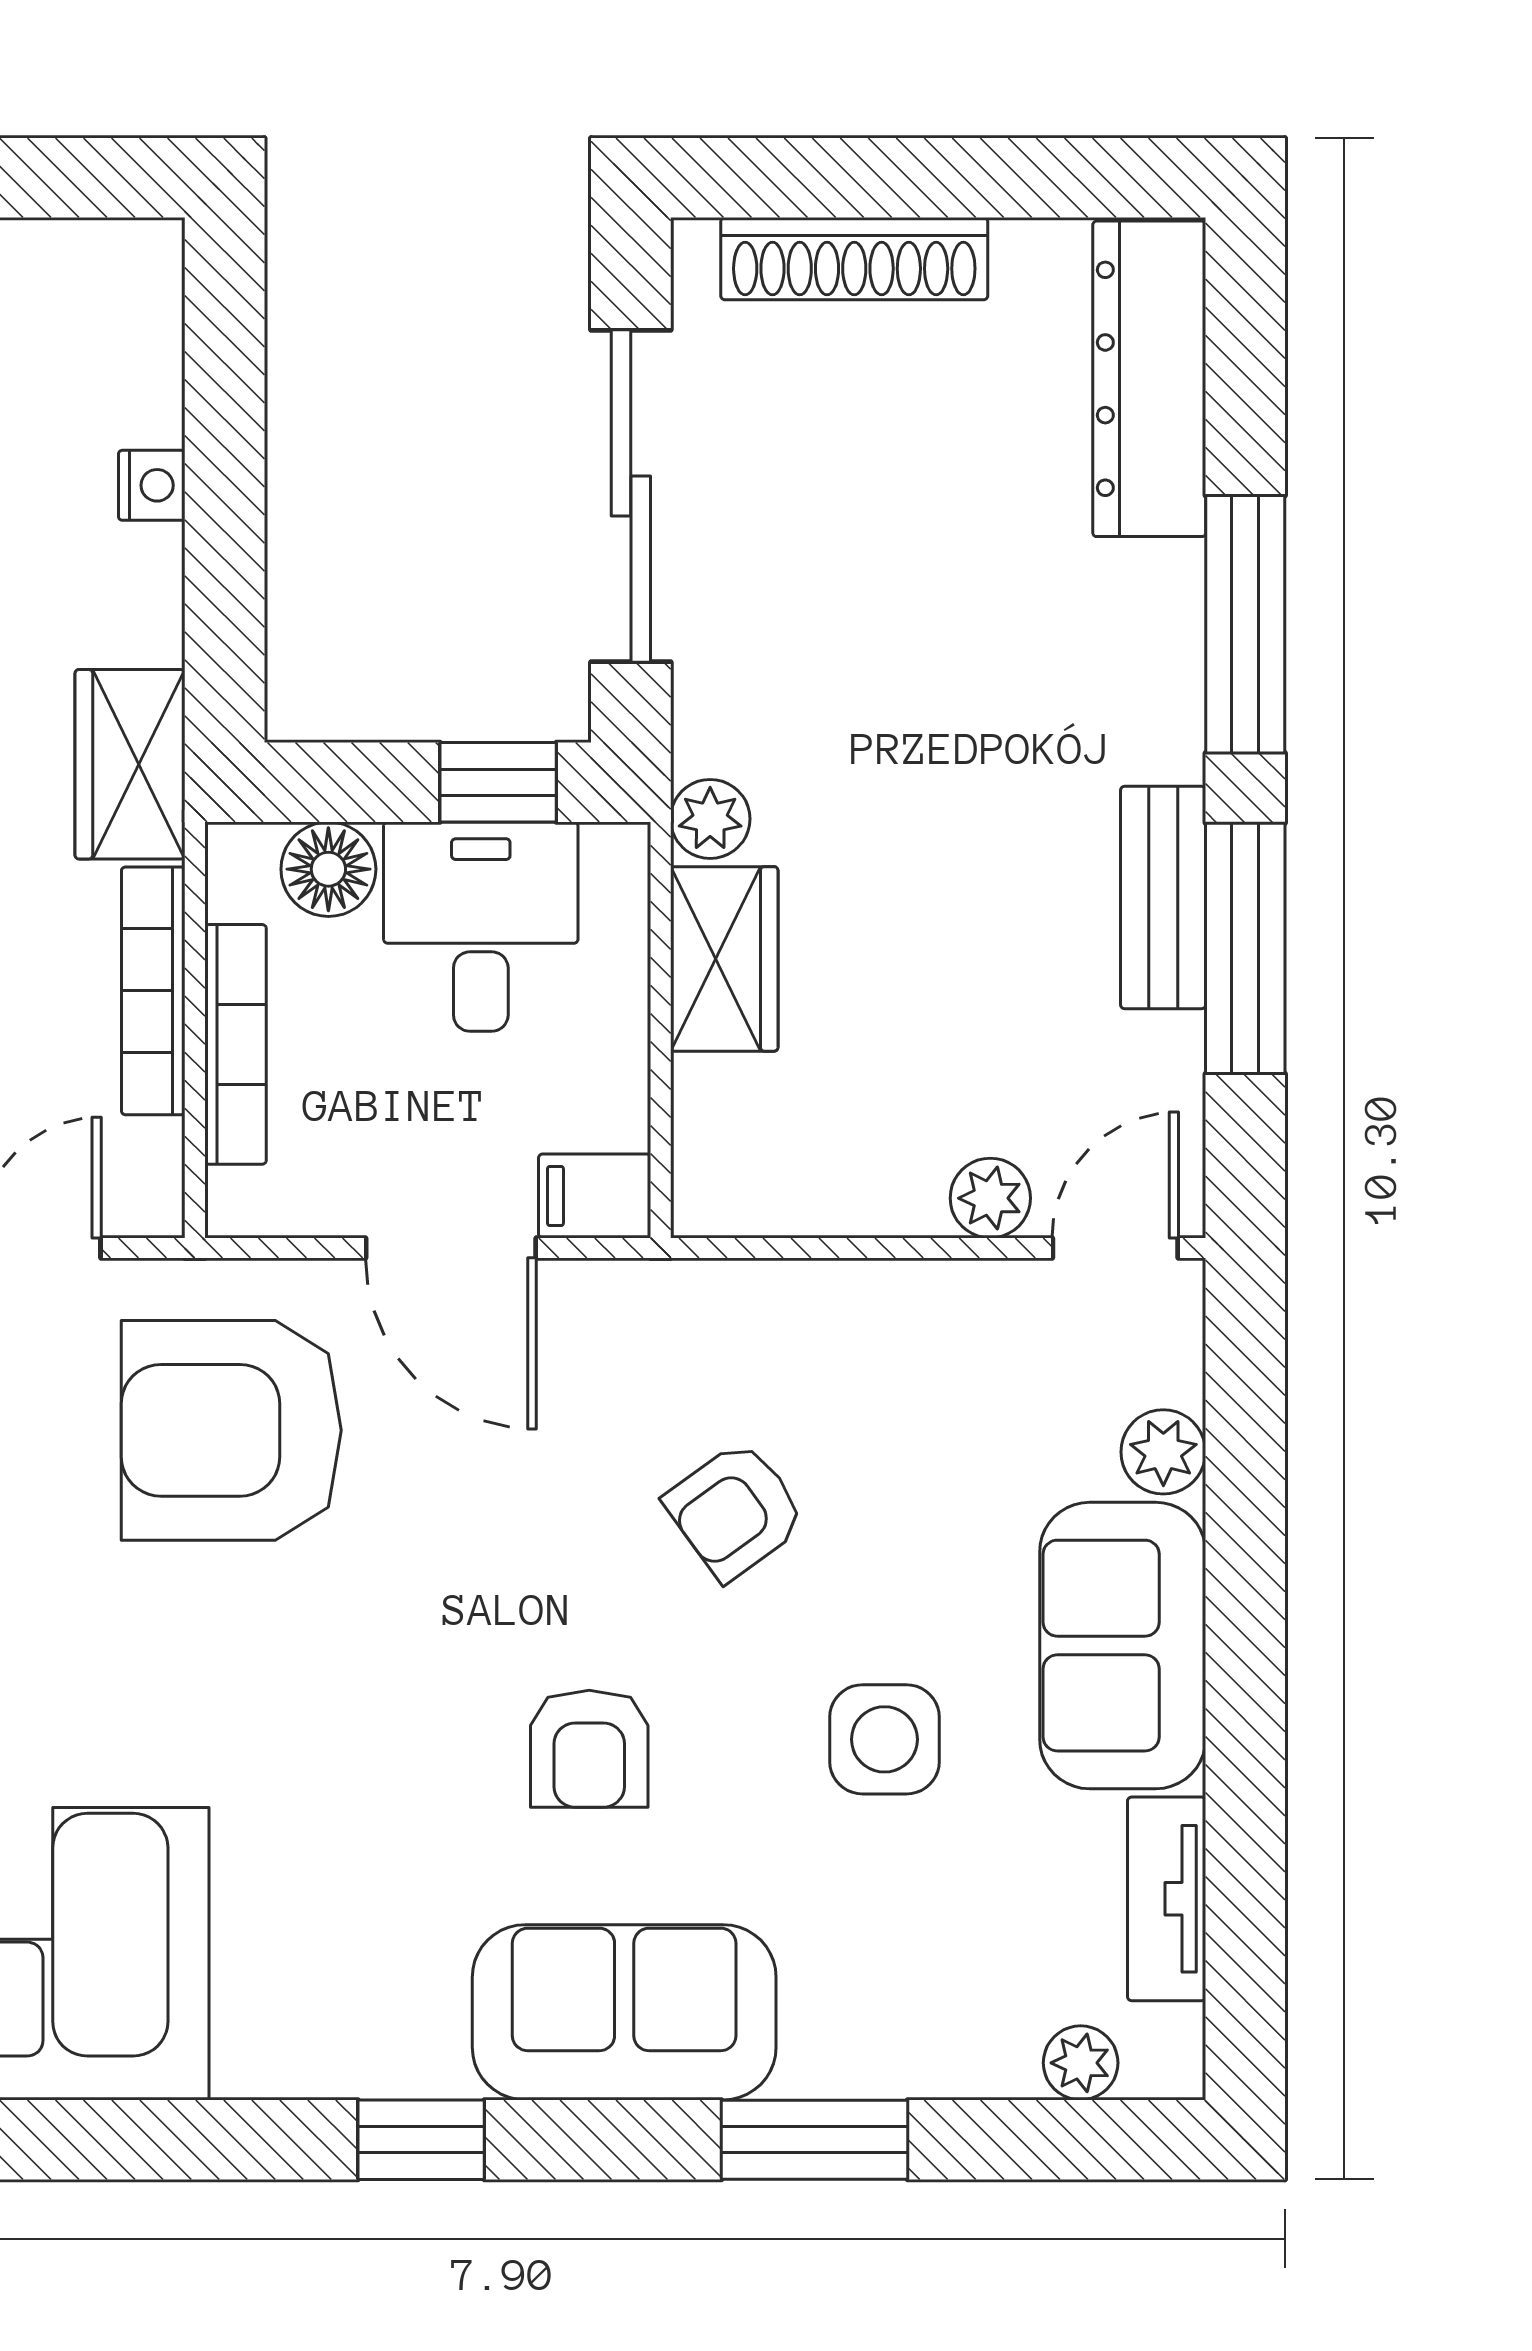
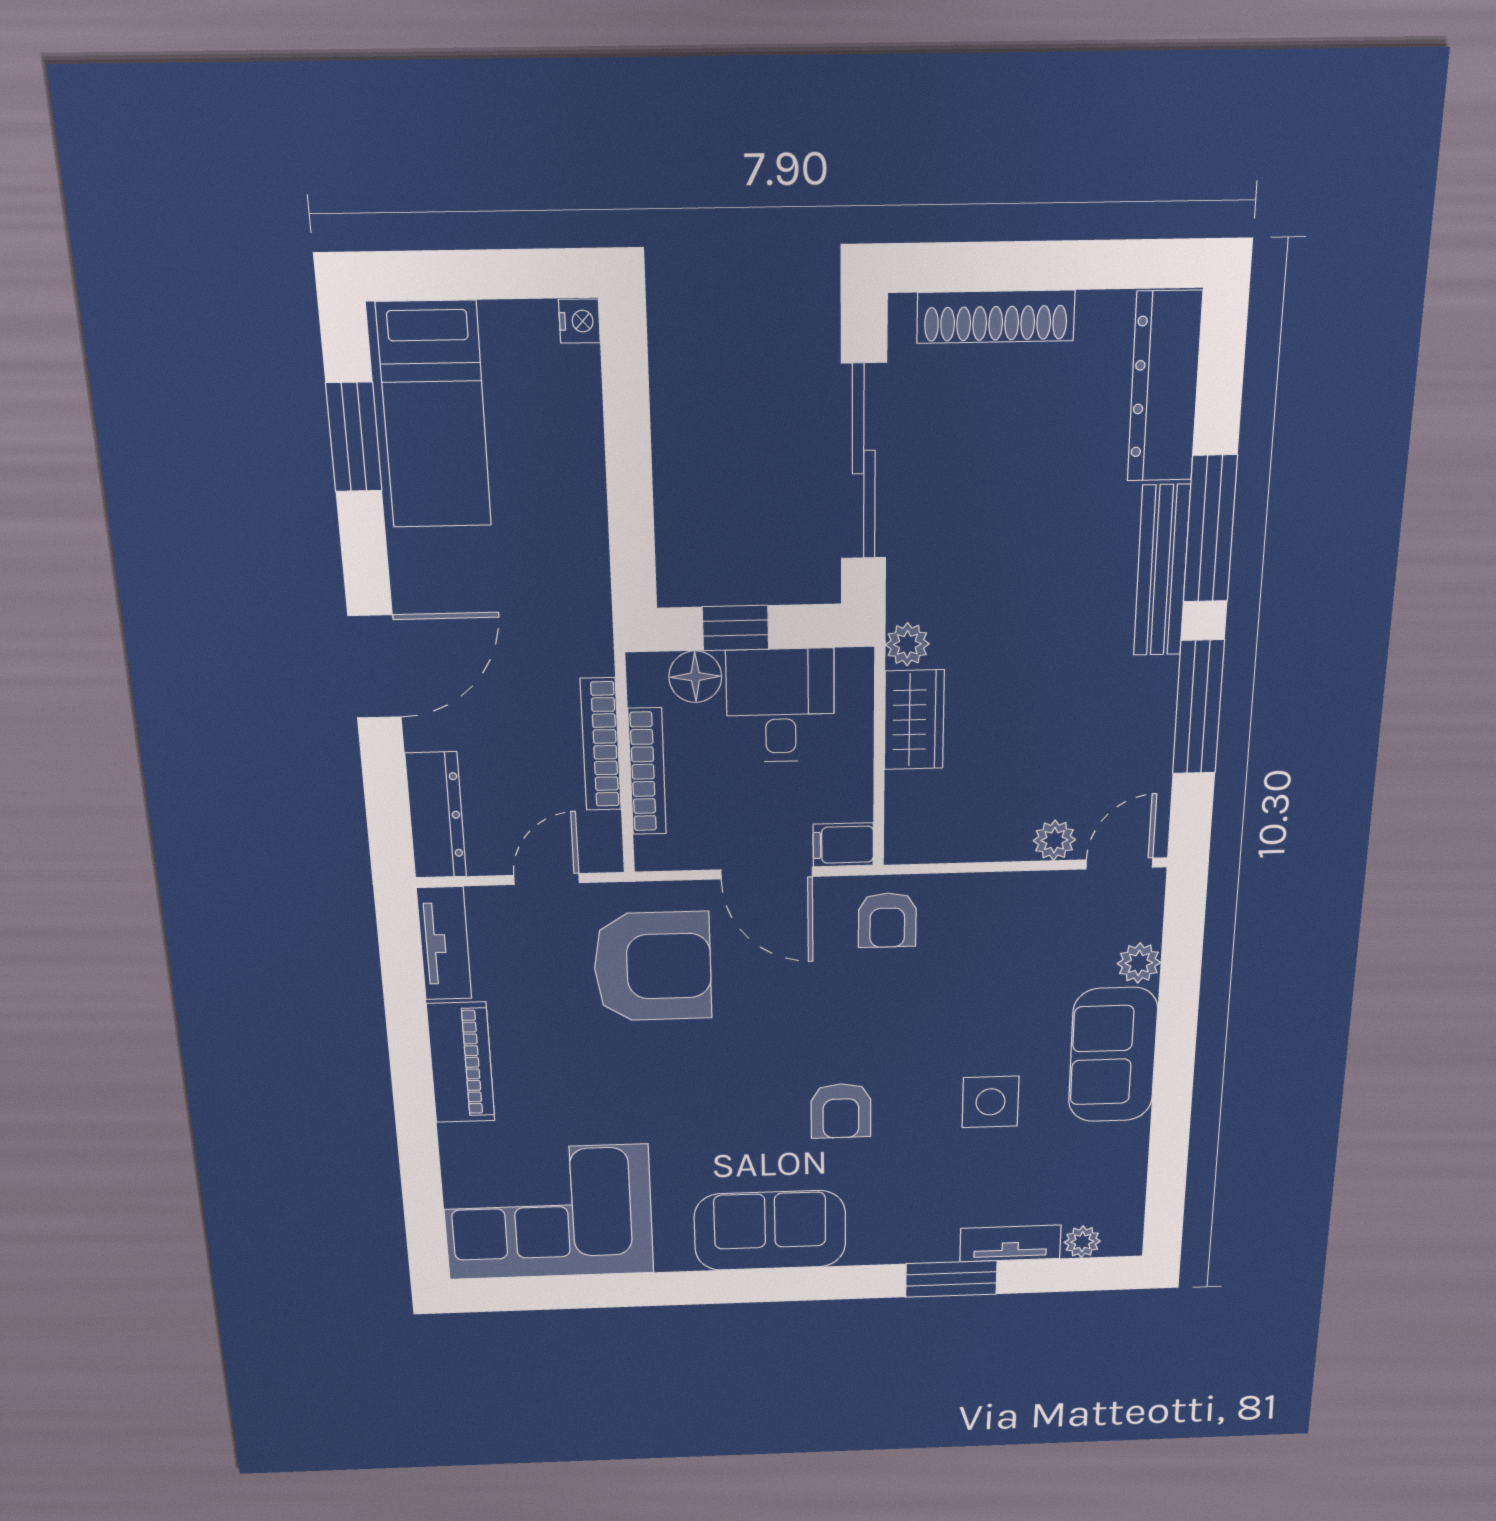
nightstand: (152, 485) -> (579, 321), moved
wardrobe: (130, 764) -> (582, 621), removed
window: (498, 782) -> (736, 628), moved
bench: (1163, 897) -> (1162, 571), moved, width x1.36
armchair: (231, 1430) -> (653, 967), turned 180
armchair: (735, 1511) -> (887, 920), moved, turned -54
tv unit: (1167, 1899) -> (1010, 1243), moved, turned 90
sofa: (624, 2012) -> (770, 1230), moved
window: (421, 2140) -> (759, 1286), removed

